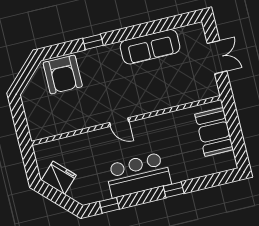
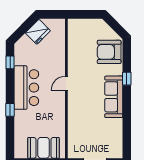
sofa: (150, 47) -> (114, 97), moved

